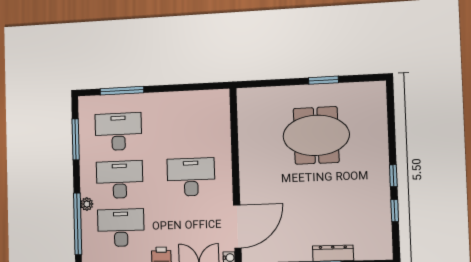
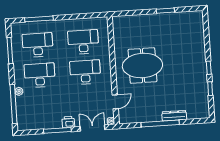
meeting table: (316, 135) -> (142, 65), moved
door: (237, 226) -> (115, 102), width x0.53
desk: (121, 228) -> (83, 42), moved

